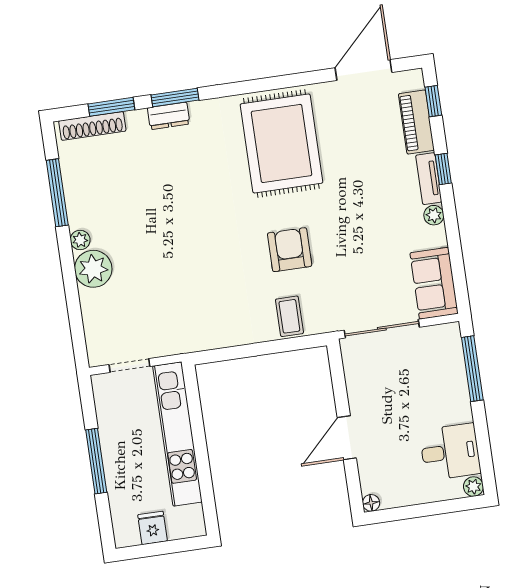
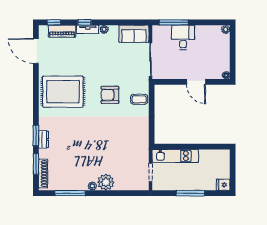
kitchen unit: (177, 434) -> (175, 156), width x0.73
desk: (450, 452) -> (183, 37), moved
fridge: (153, 528) -> (223, 185), moved

